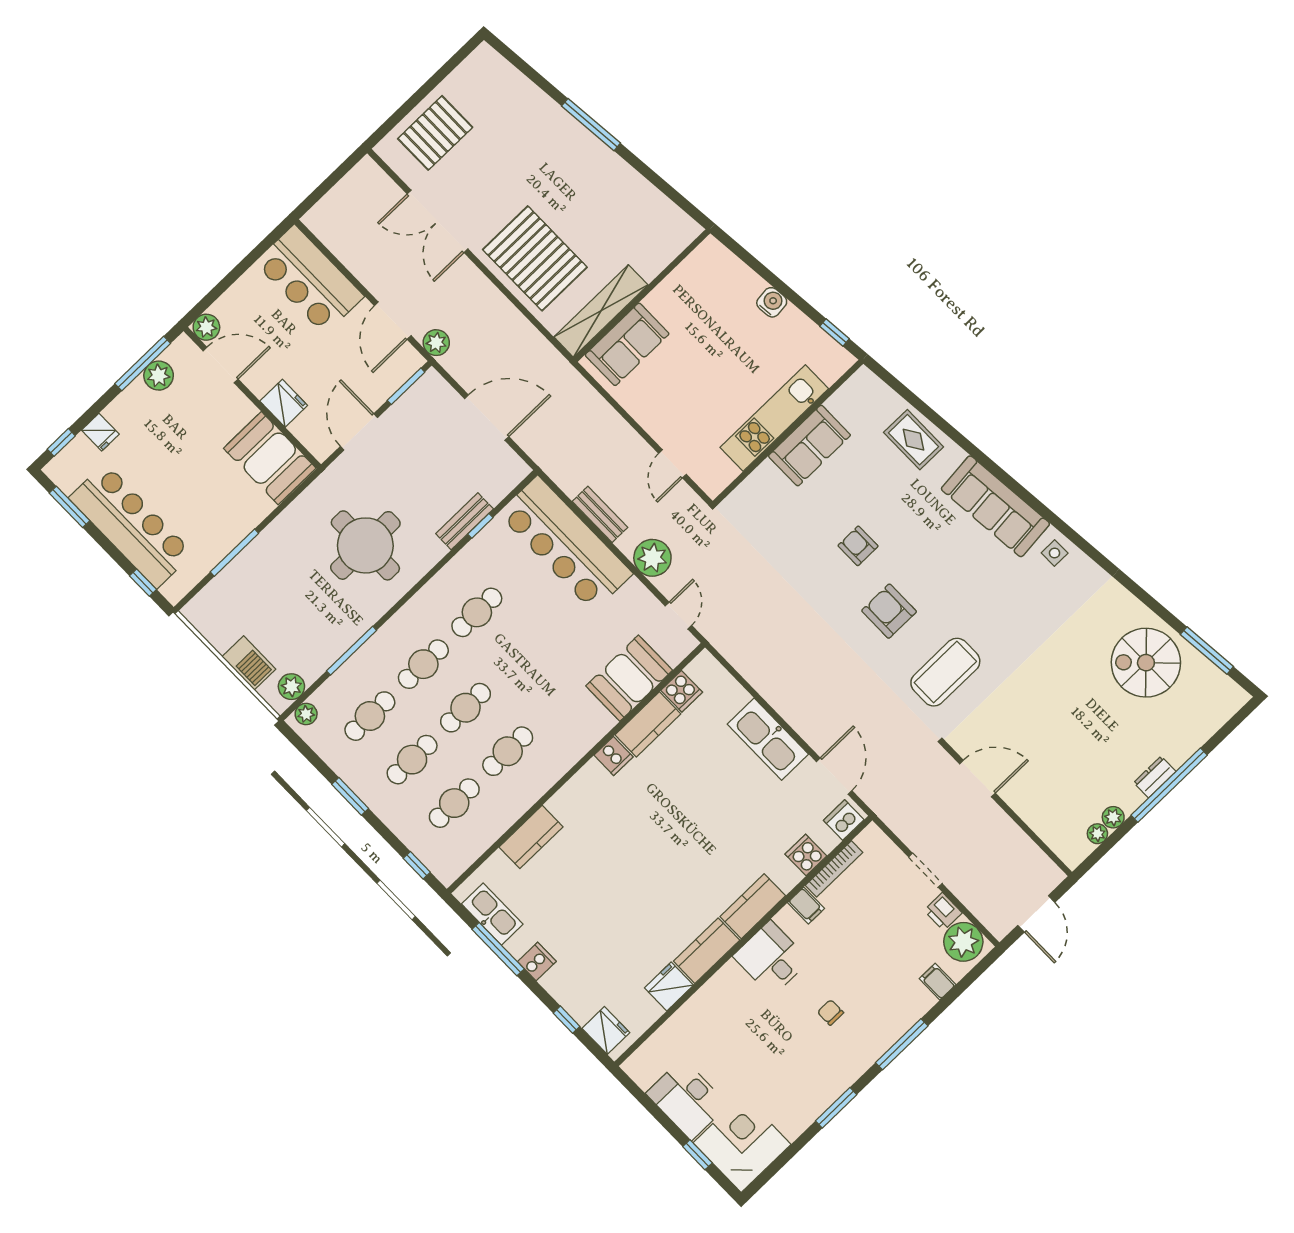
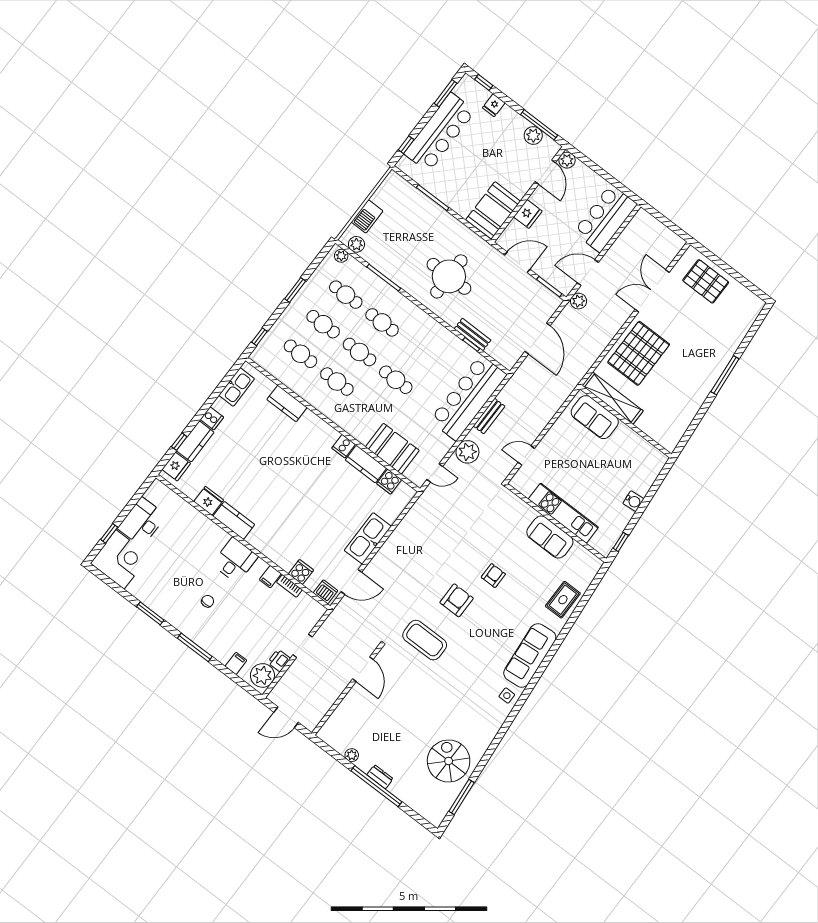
cafe table: (477, 612) -> (396, 380), moved
plant: (1097, 834) -> (340, 747), removed
bookcase: (834, 869) -> (289, 586), width x0.64
kitchen counter: (753, 906) -> (195, 441), moved, turned 90
window: (498, 949) -> (216, 394), removed

